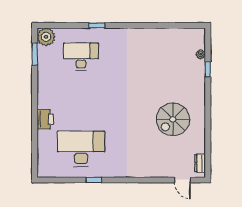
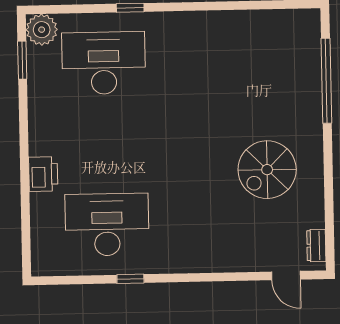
plant: (201, 54) -> (313, 55), removed
desk: (81, 57) -> (104, 63), width x1.36, depth x1.30
window: (208, 69) -> (326, 81), width x3.17

